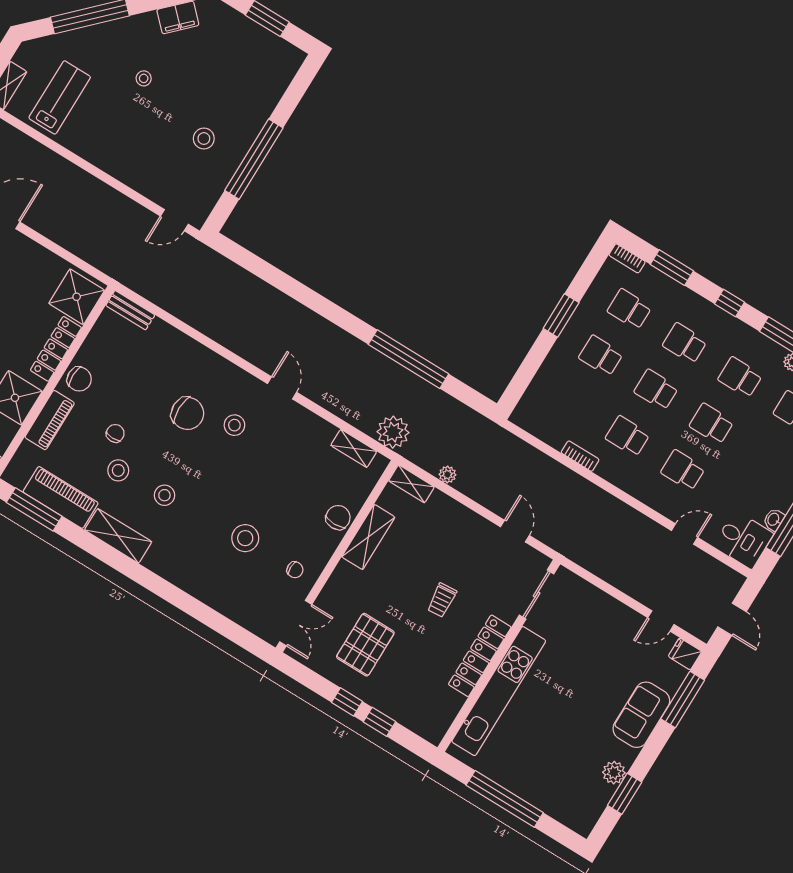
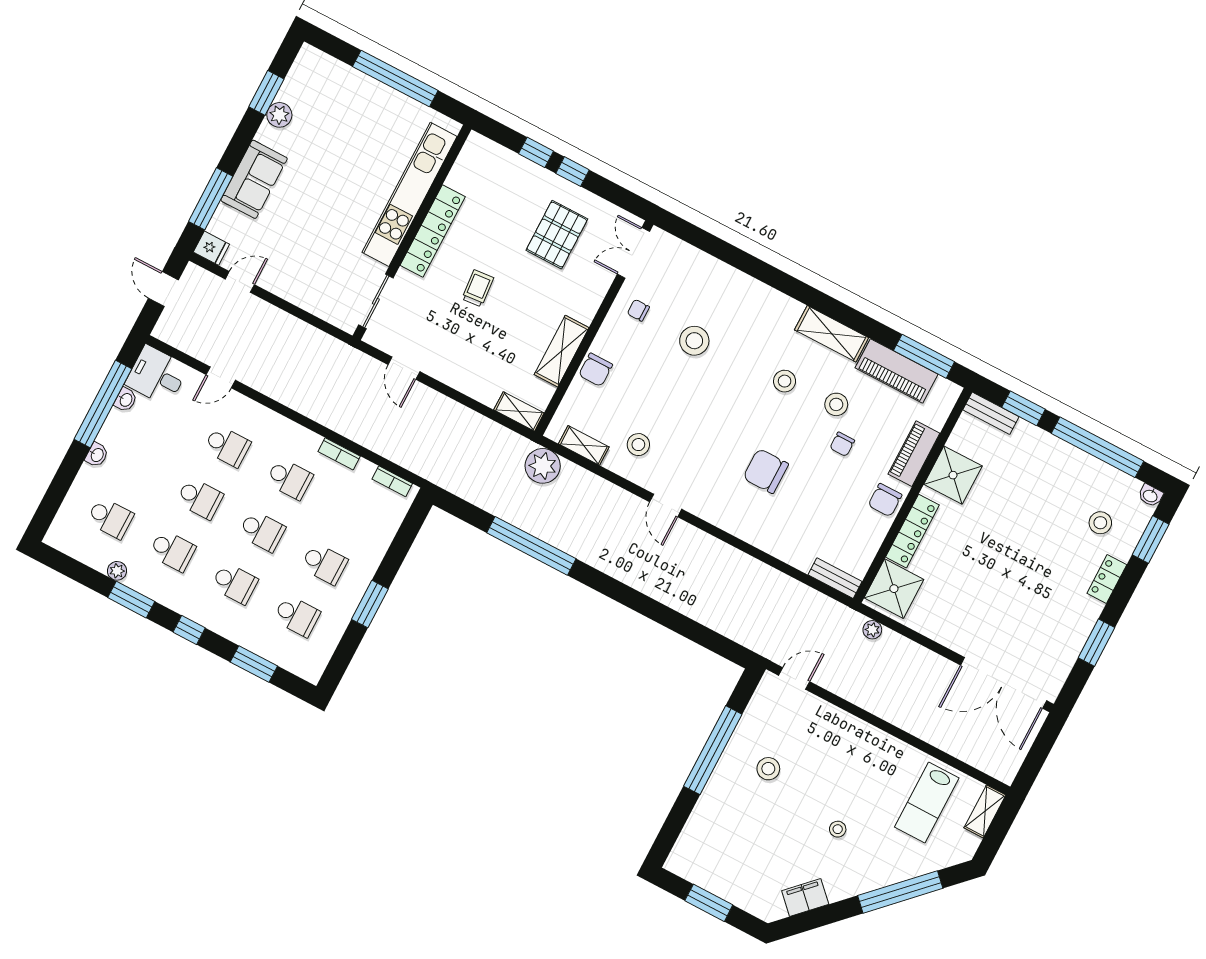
bookcase: (627, 258) -> (392, 481), moved, turned 180
chair: (79, 379) -> (885, 500), turned -90
stool: (234, 425) -> (638, 445), moved
plant: (447, 475) -> (872, 630), moved

